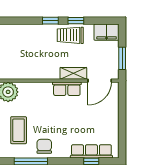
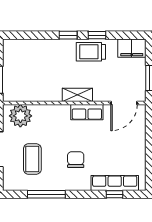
shelving: (73, 73) -> (77, 95), moved
chair: (44, 146) -> (76, 160), moved

